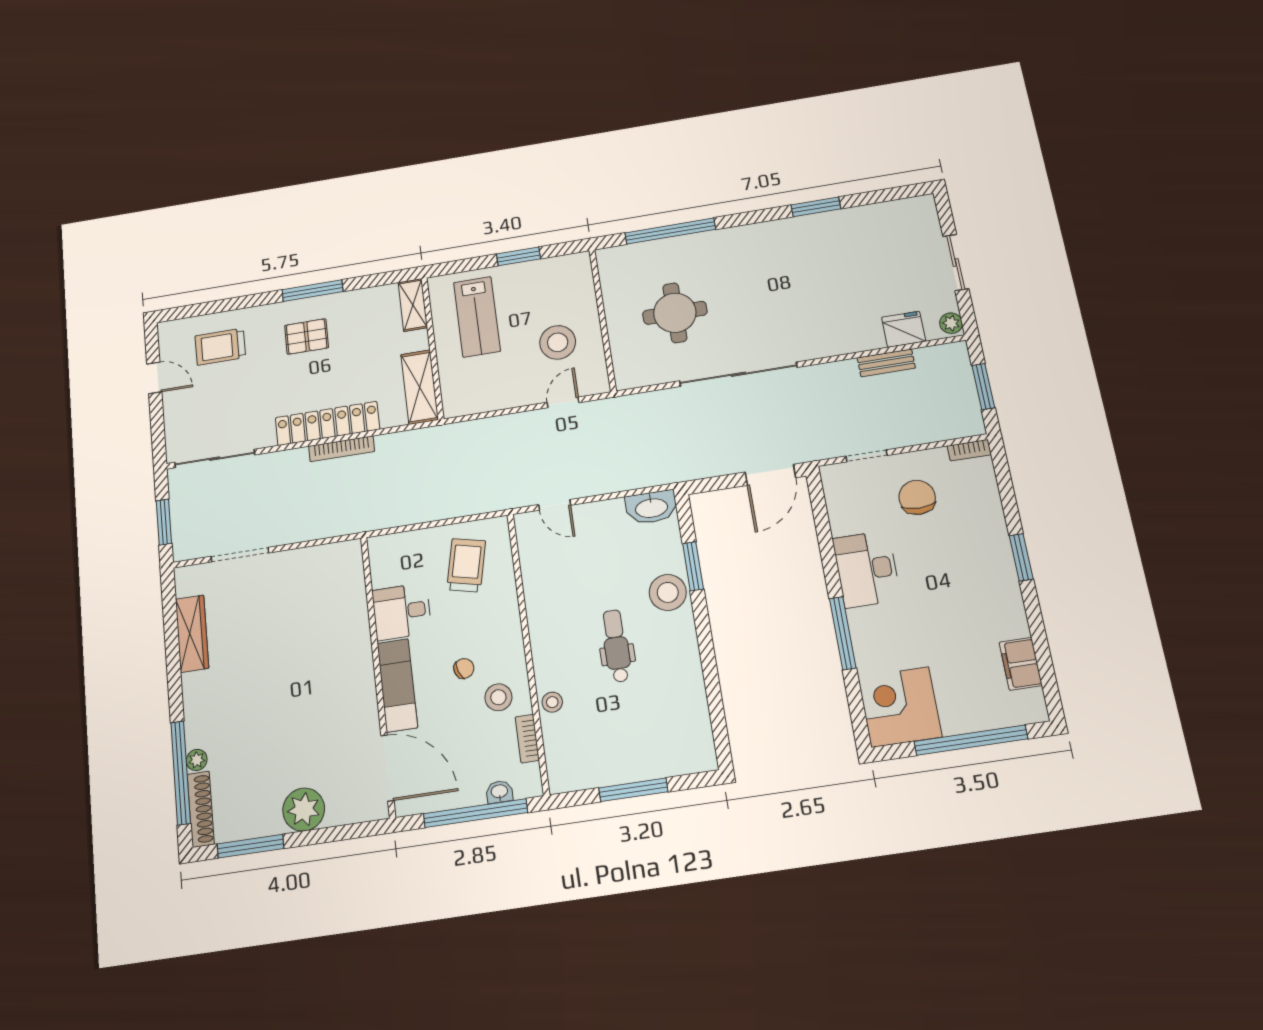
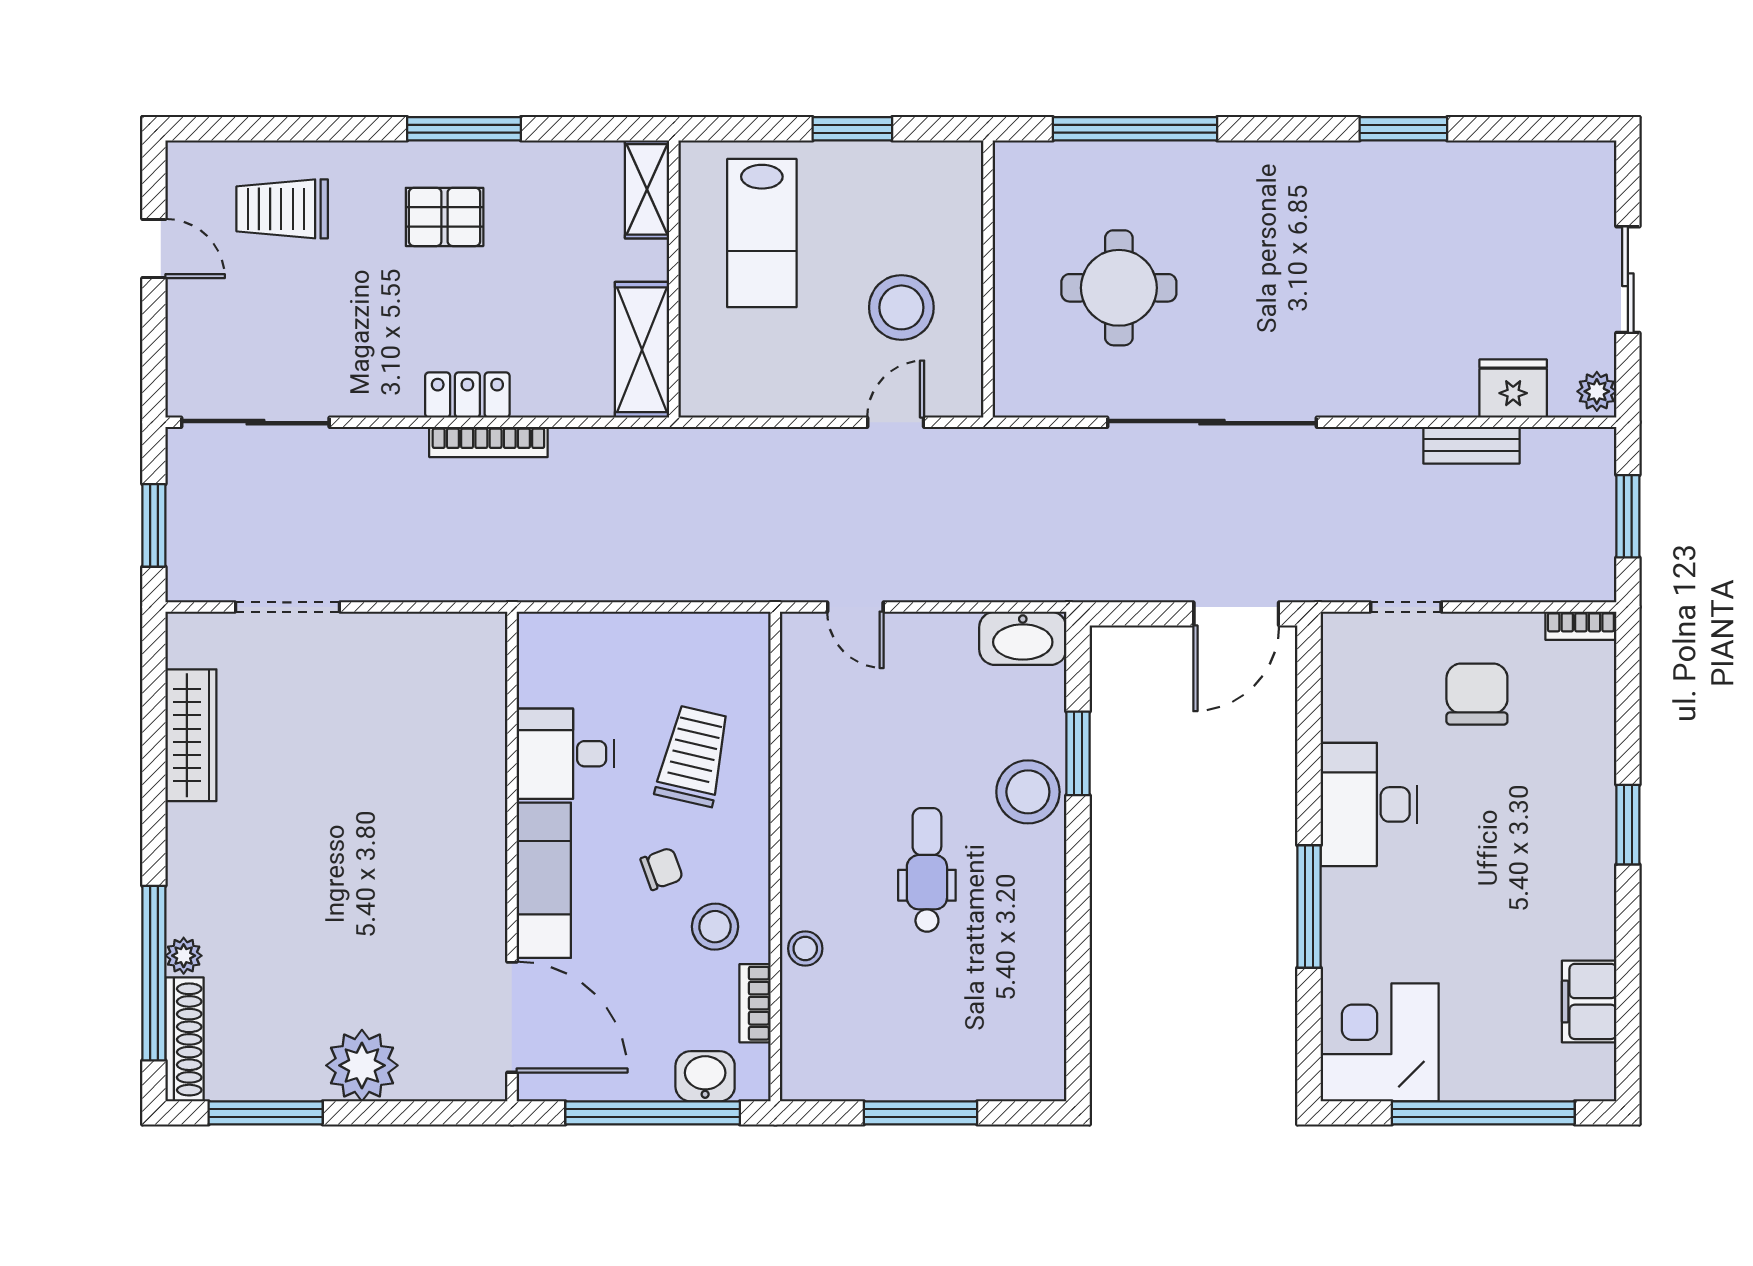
locker: (327, 423) -> (467, 395), width x0.46, depth x0.83
trolley: (466, 565) -> (693, 756), moved
washbasin: (499, 792) -> (705, 1076), width x1.38, depth x1.45

